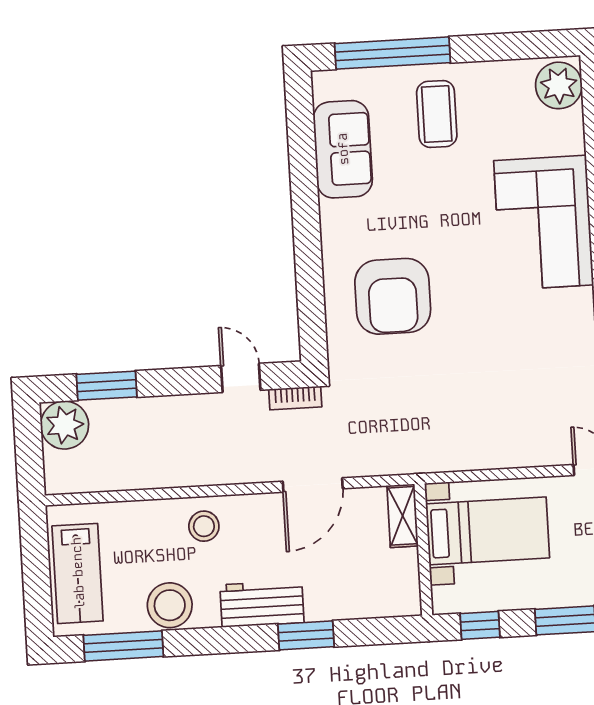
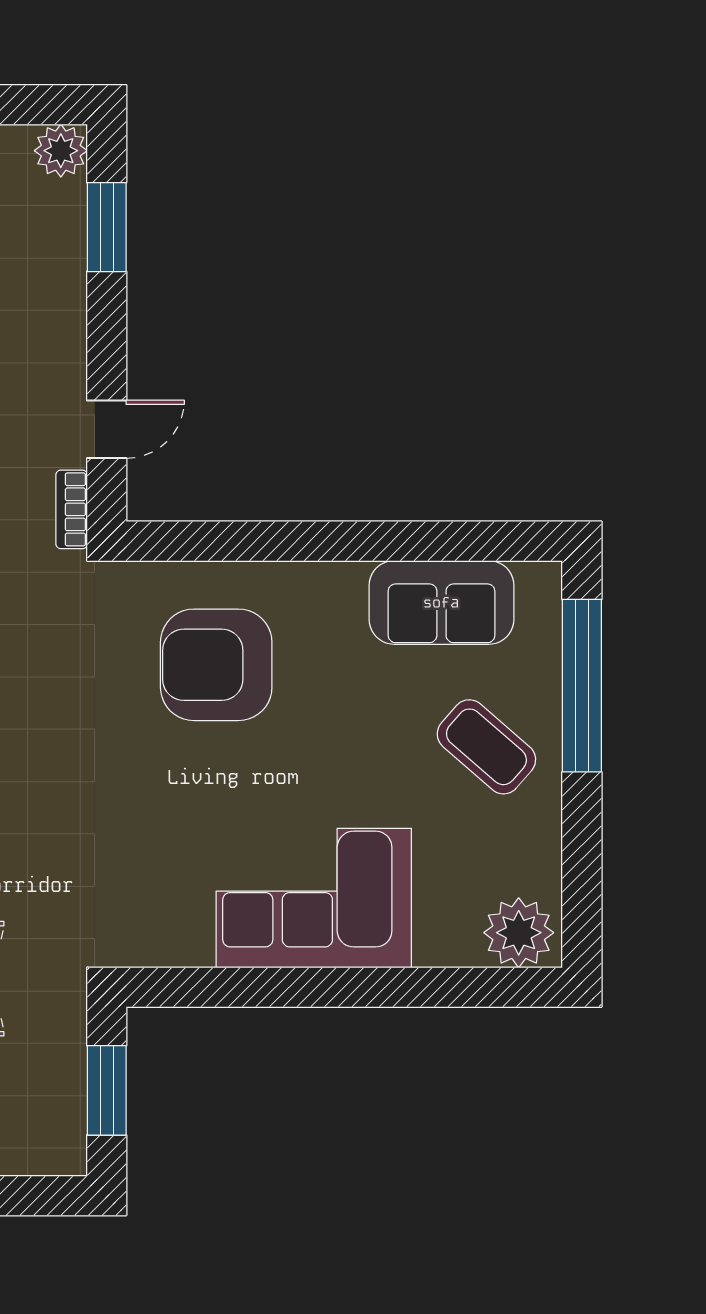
coffee table: (437, 114) -> (486, 747), turned 41
plant: (65, 425) -> (61, 151), width x0.73, depth x0.73

